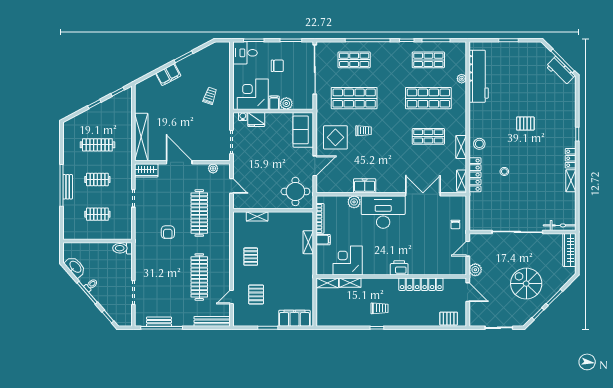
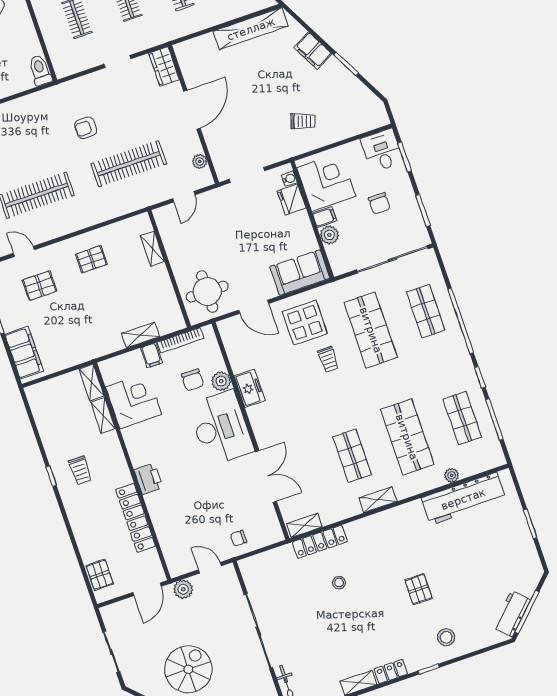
shelving: (141, 137) -> (251, 29), moved
stool: (479, 144) -> (446, 637), moved
shelving: (461, 147) -> (378, 500), moved
chair: (347, 219) -> (193, 380), added

